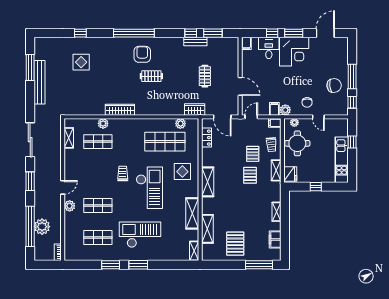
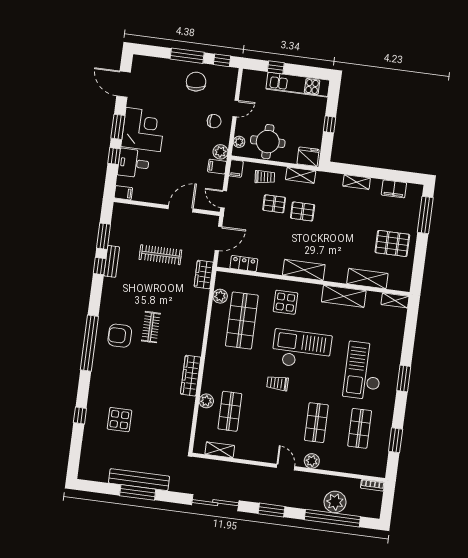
window: (30, 68) -> (138, 492), moved
clothes rail: (205, 76) -> (160, 255), width x1.36
window: (111, 265) -> (396, 440), moved

